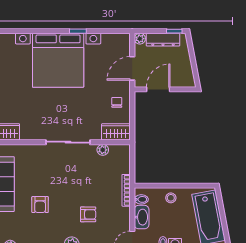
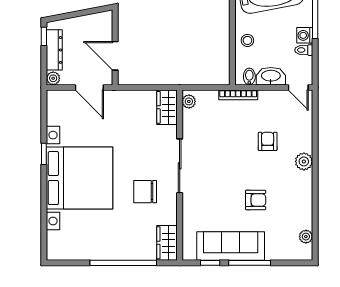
chair: (117, 102) -> (145, 192), moved, width x1.87, depth x1.87
plant: (103, 150) -> (189, 101), moved

